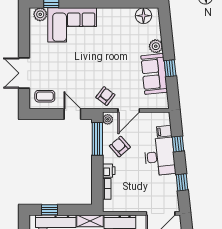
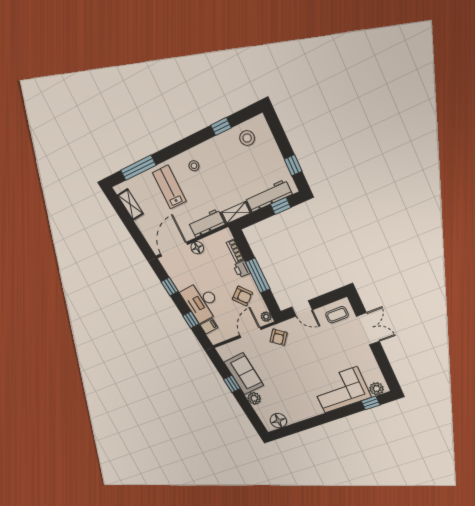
window: (97, 139) -> (258, 275), moved
floor lamp: (139, 206) -> (197, 248), added

